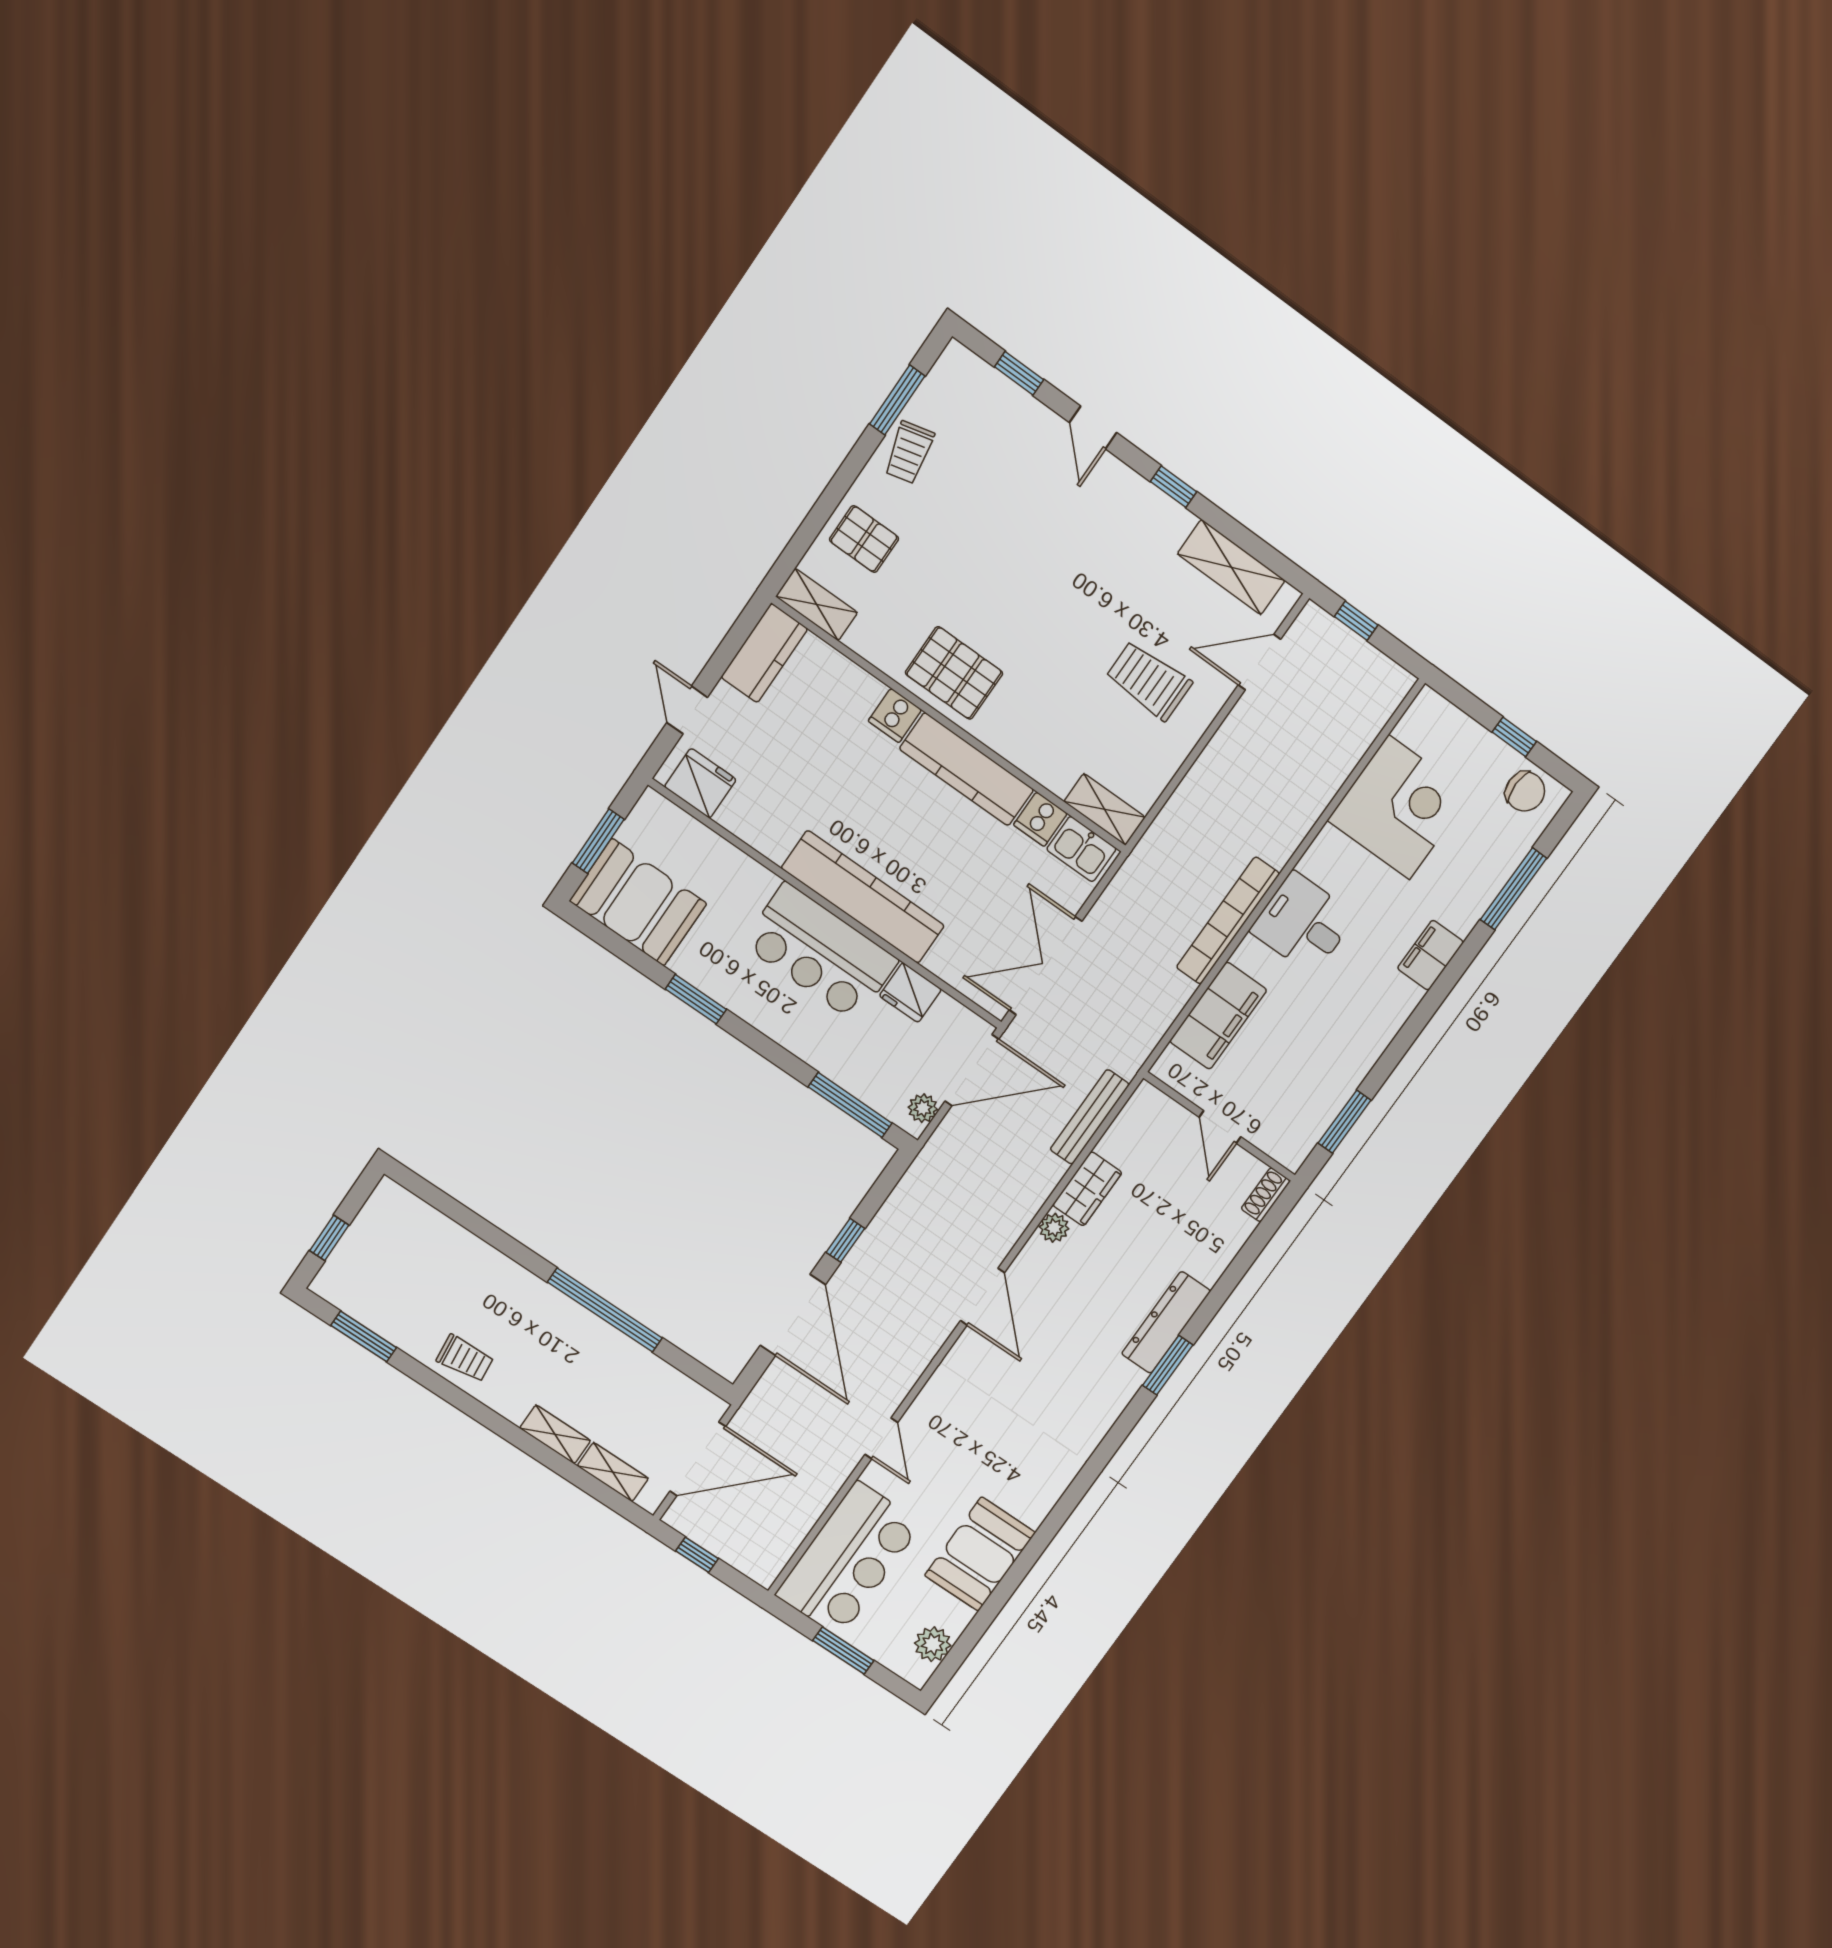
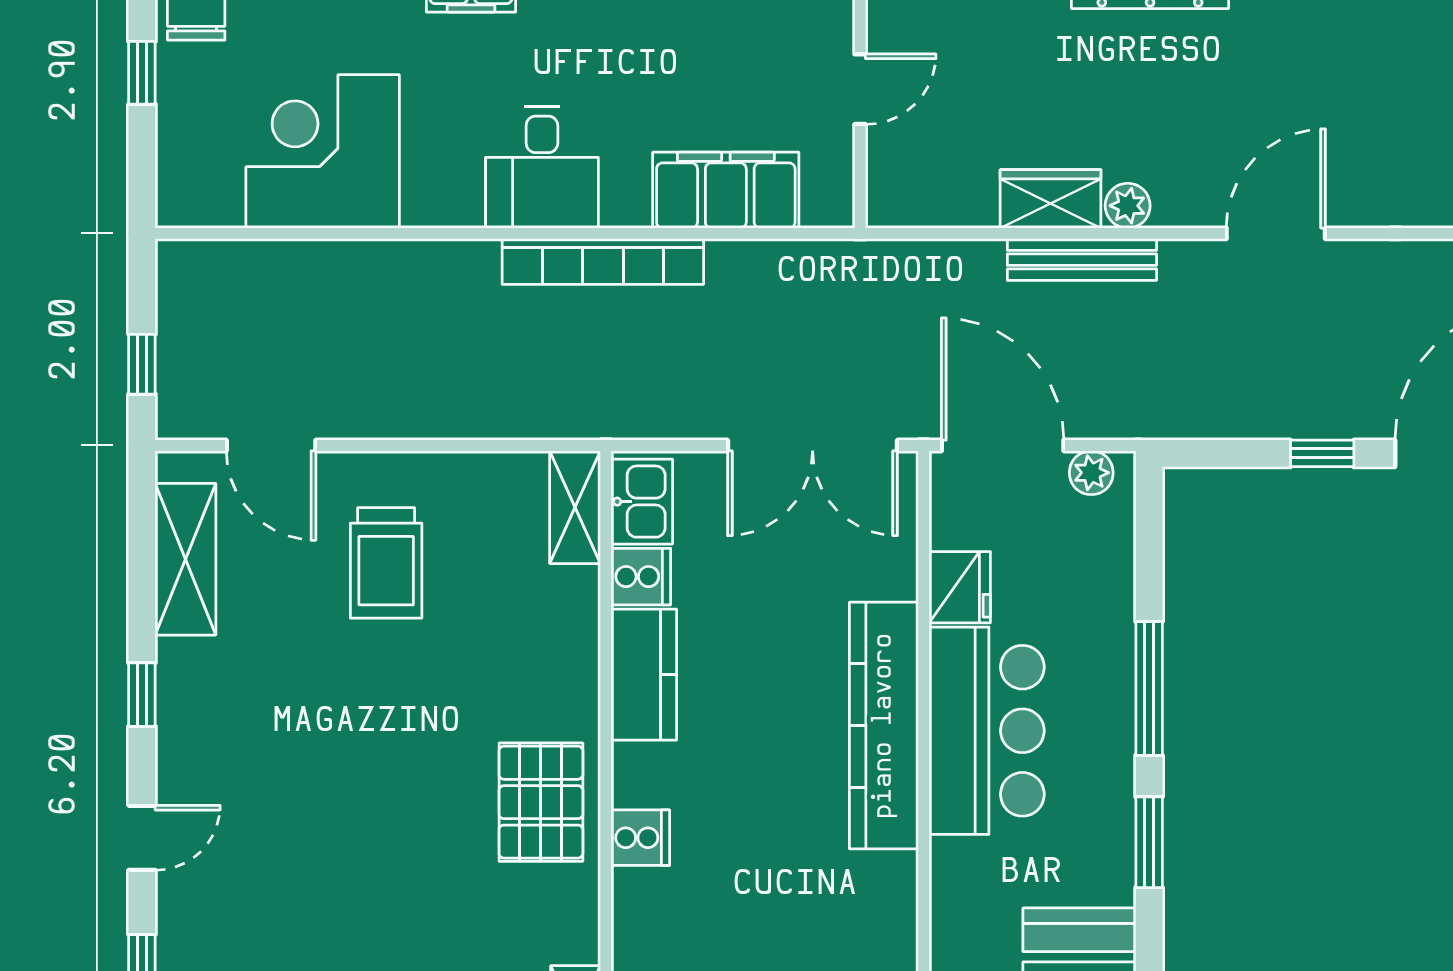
kitchen counter: (967, 769) -> (644, 675), width x0.67
window: (850, 1105) -> (1149, 688), moved
bench: (1090, 1117) -> (1082, 260), moved

